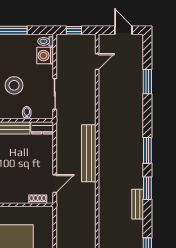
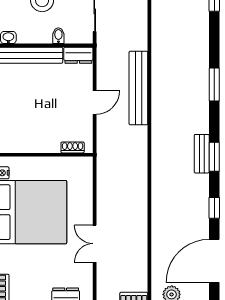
door: (55, 184) -> (95, 102), moved
window: (147, 188) -> (214, 157), moved

